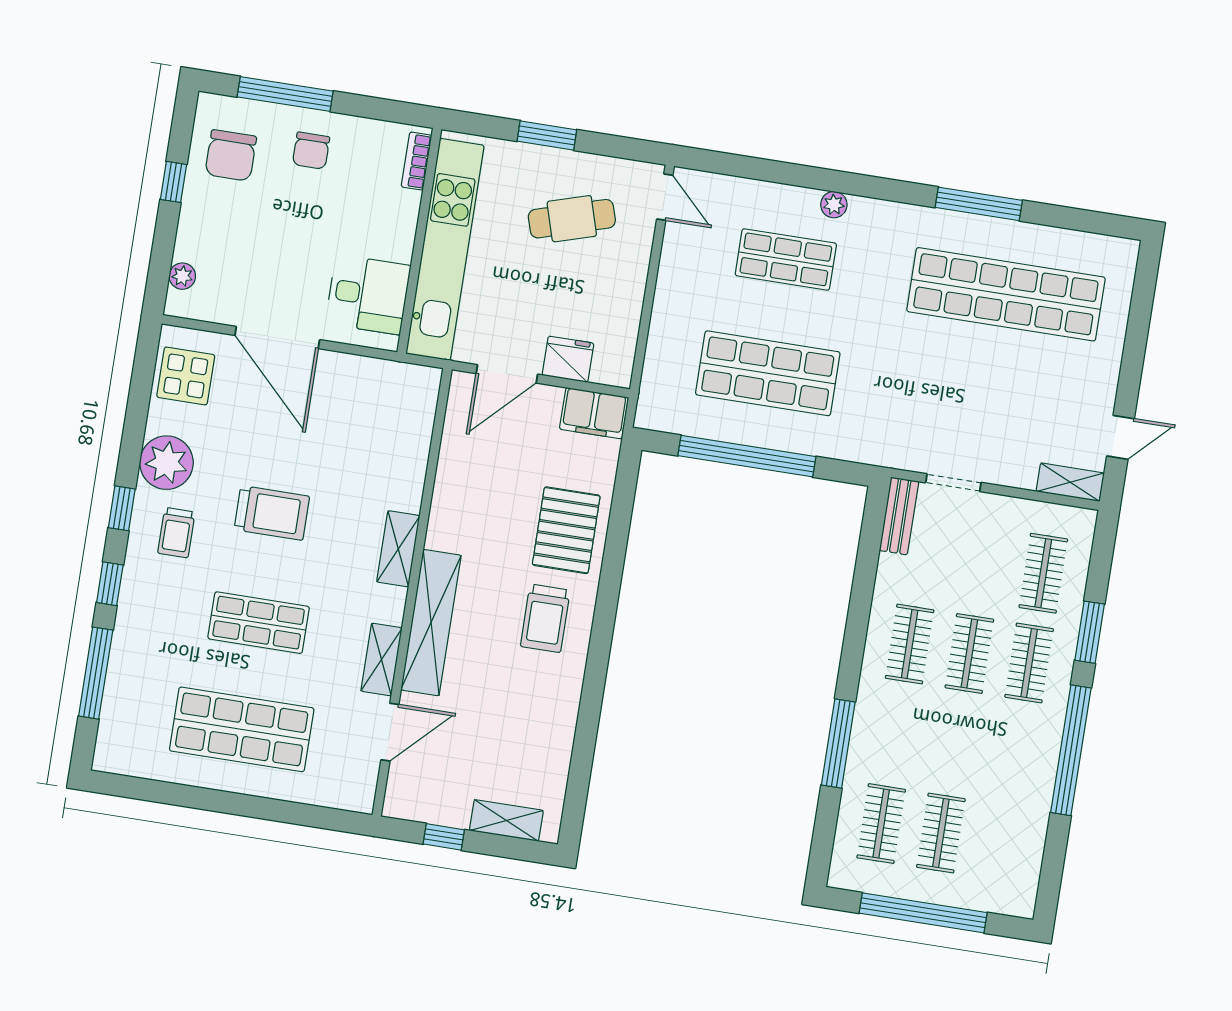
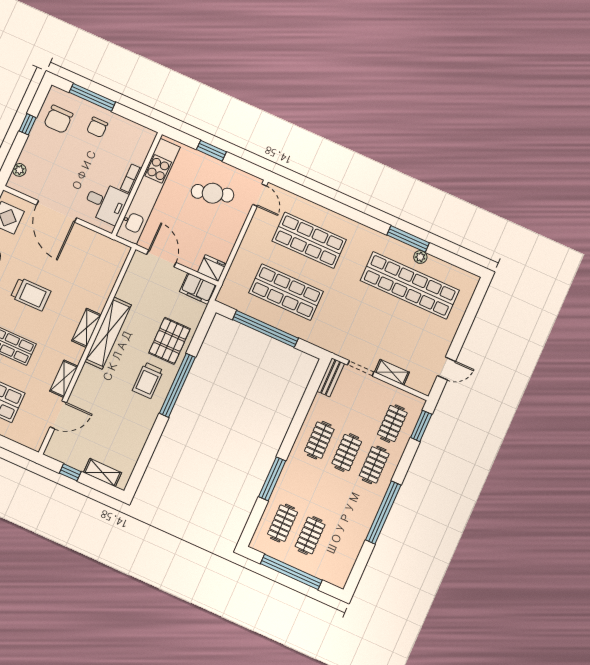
bookcase: (416, 161) -> (131, 179), moved
plant: (834, 205) -> (420, 257), moved
shop shelf: (786, 259) -> (309, 240), width x1.43, depth x1.36
fridge: (568, 359) -> (212, 268), moved
door: (507, 374) -> (161, 258), swing flipped
shelving: (1070, 482) -> (392, 372), moved
window: (605, 612) -> (177, 385), added
shelving: (431, 623) -> (108, 333), moved
window: (1090, 632) -> (421, 426), moved

